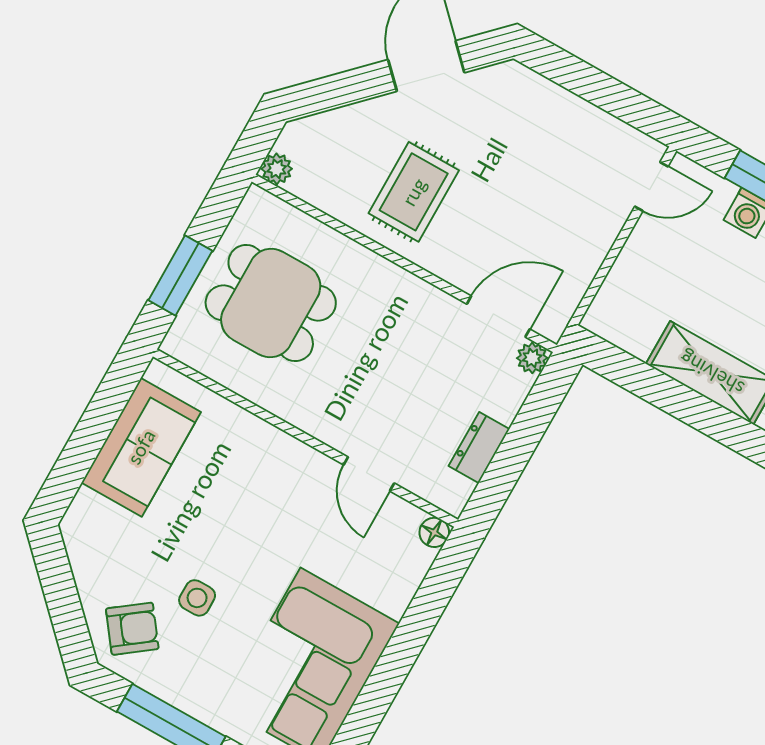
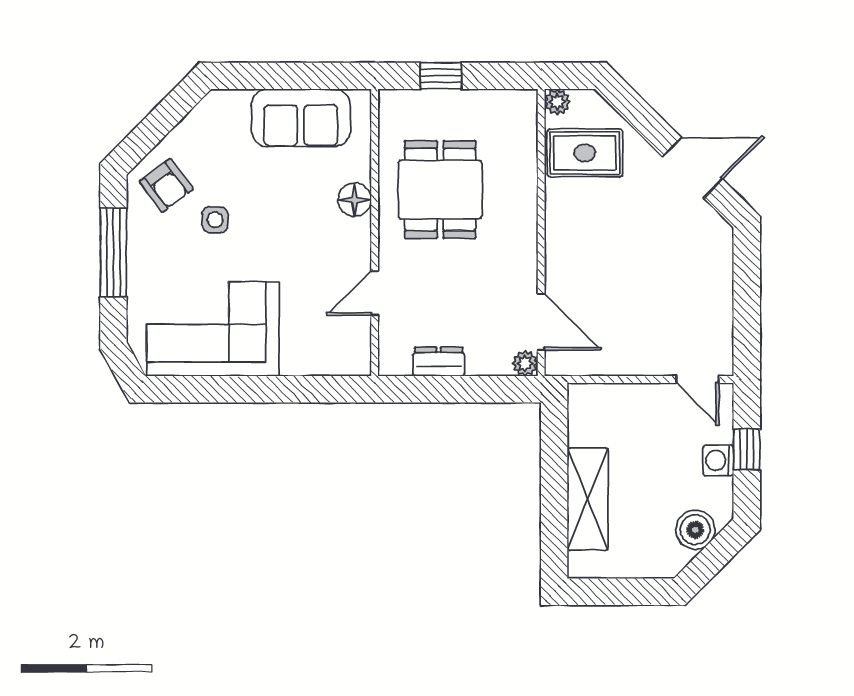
rug: (414, 192) -> (585, 153), moved
window: (180, 276) -> (441, 76), width x0.67
dining table: (271, 303) -> (440, 190), moved
floor lamp: (434, 532) -> (355, 200), moved, width x1.37, depth x1.37

